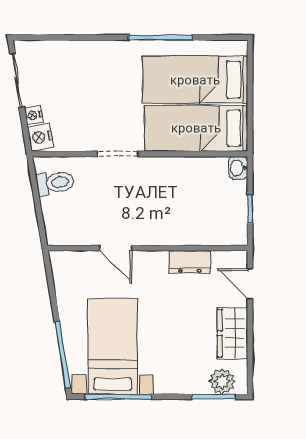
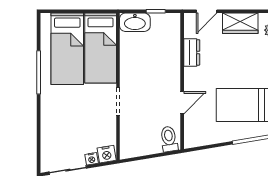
washbasin: (238, 168) -> (135, 22), width x1.91, depth x1.45
toilet: (55, 183) -> (169, 139), moved

